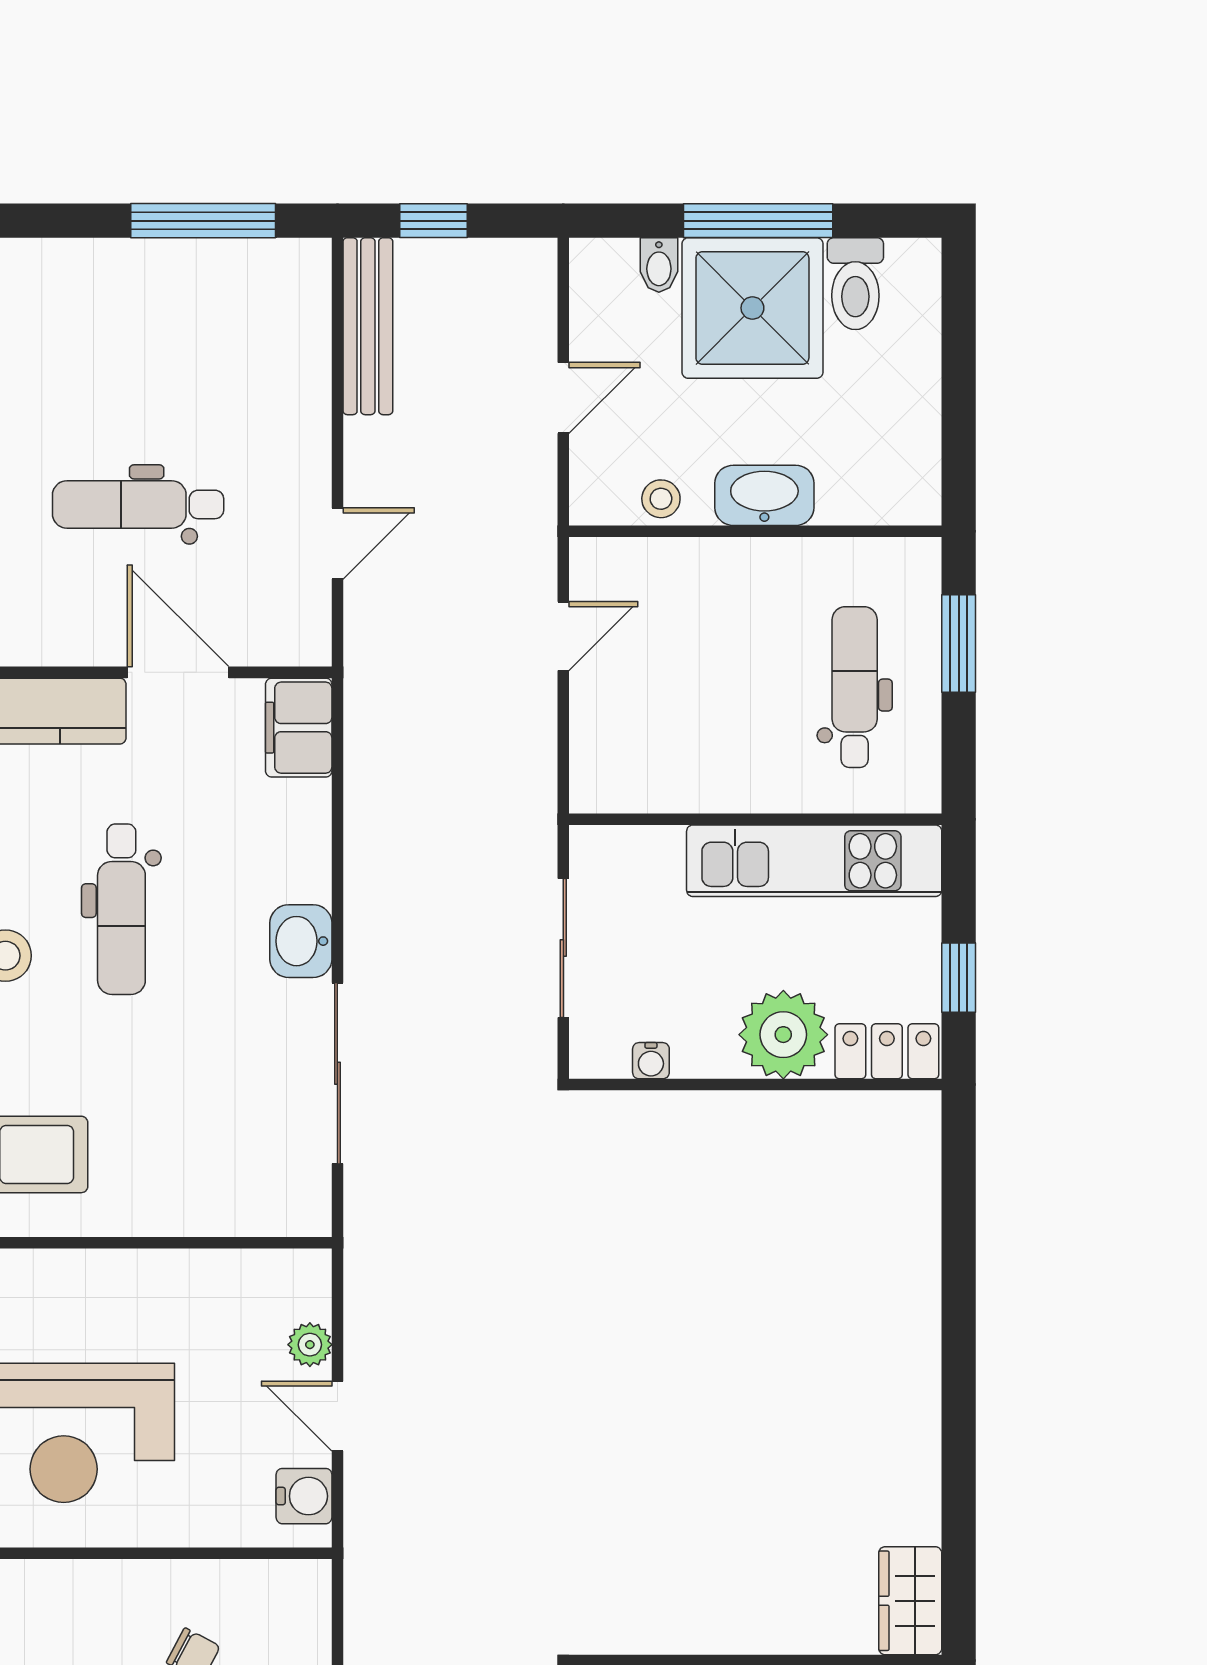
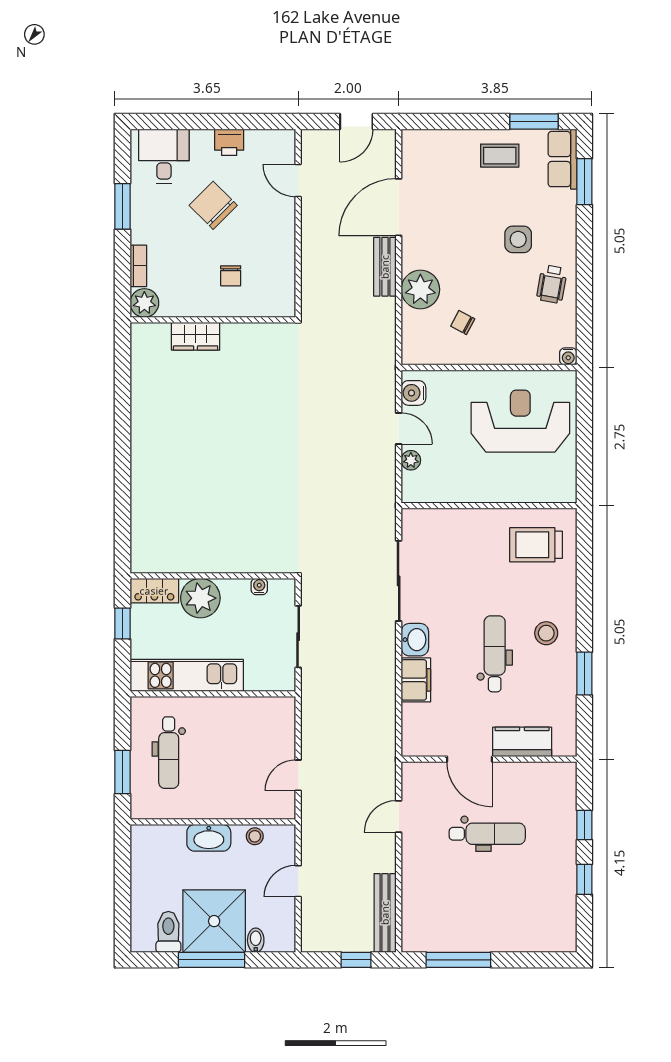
filing cabinet: (299, 728) -> (416, 680), moved
wardrobe: (910, 1601) -> (196, 336), moved, turned 90

